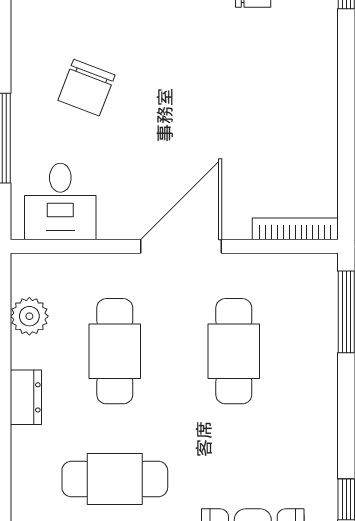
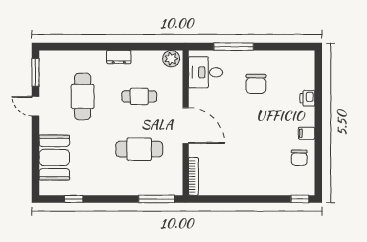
chair: (87, 88) -> (256, 84), turned -111
plant: (29, 316) -> (171, 59), moved
cafe table: (115, 351) -> (139, 96), width x0.73, depth x0.74

